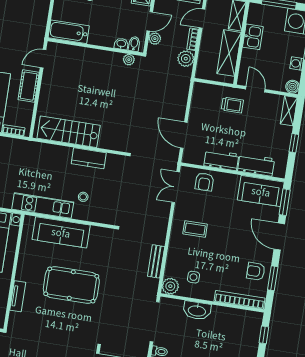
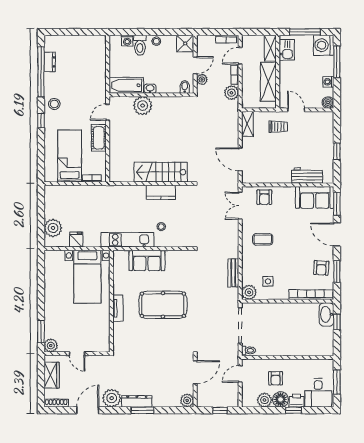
kitchen sink: (253, 37) -> (287, 50), moved
washbasin: (121, 44) -> (150, 89), moved
plant: (129, 60) -> (143, 106), moved, width x1.87, depth x1.87
shelving: (289, 111) -> (247, 124), moved
stairs: (69, 132) -> (161, 172), moved
workbench: (221, 160) -> (276, 176), removed
sofa: (61, 232) -> (147, 260), width x0.73
armchair: (256, 271) -> (321, 268), turned -86
tv unit: (18, 296) -> (118, 308), moved
washbasin: (197, 311) -> (327, 314), moved, turned 90

